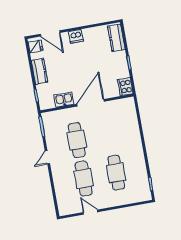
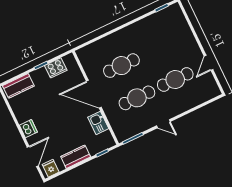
cooker: (125, 87) -> (56, 68), moved
cafe table: (116, 173) -> (121, 66), moved

